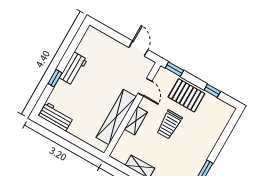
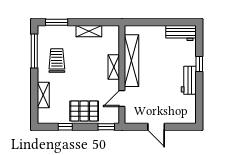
door: (138, 49) -> (156, 127), moved
door: (145, 87) -> (122, 98), hinge flipped
trolley: (169, 125) -> (57, 61), moved
shelving: (216, 132) -> (43, 95), added

